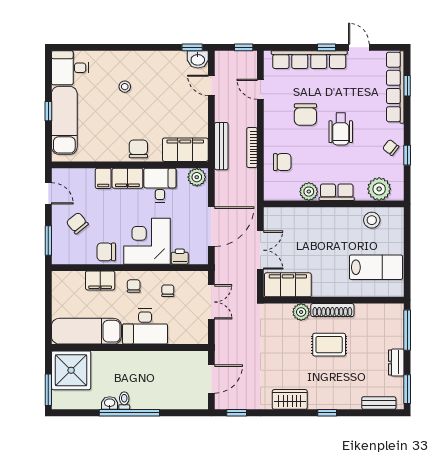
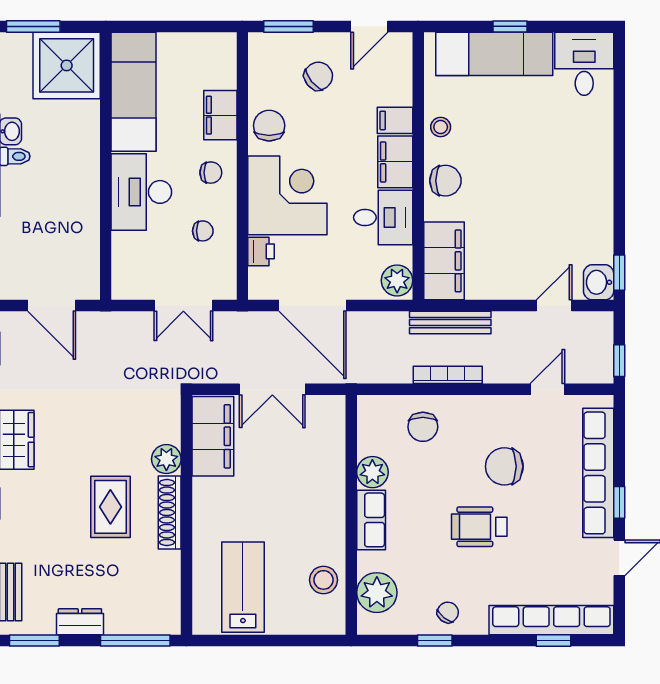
stool: (125, 87) -> (441, 127), moved
lab bench: (376, 267) -> (243, 587), turned 180

